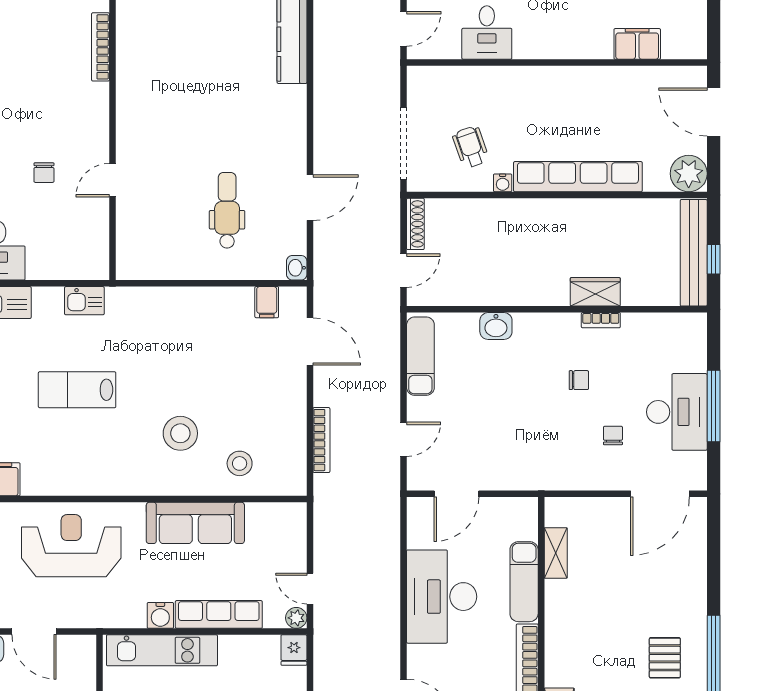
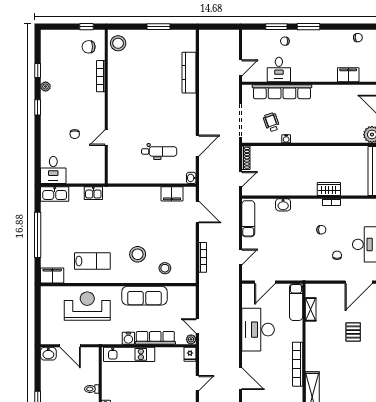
row of seats: (578, 177) -> (282, 92), moved, turned 180
dental chair: (227, 210) -> (159, 151), turned 90
filing cabinet: (267, 302) -> (172, 194), width x2.00
lab bench: (77, 390) -> (92, 261), moved, turned 180
exam couch: (524, 582) -> (296, 302), moved
pallet: (665, 658) -> (353, 332), moved

